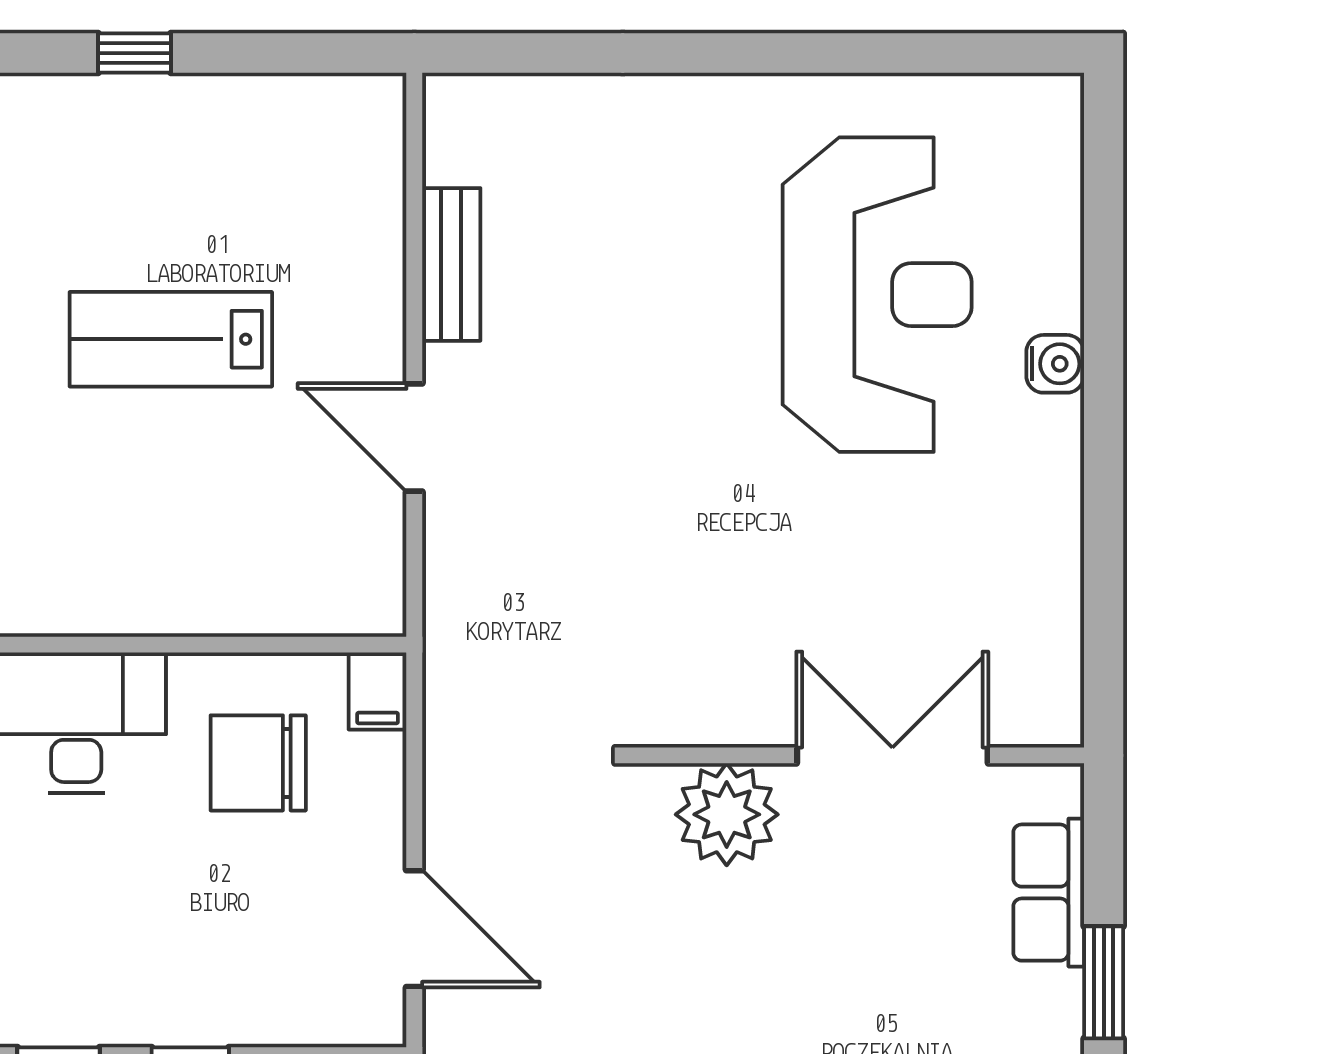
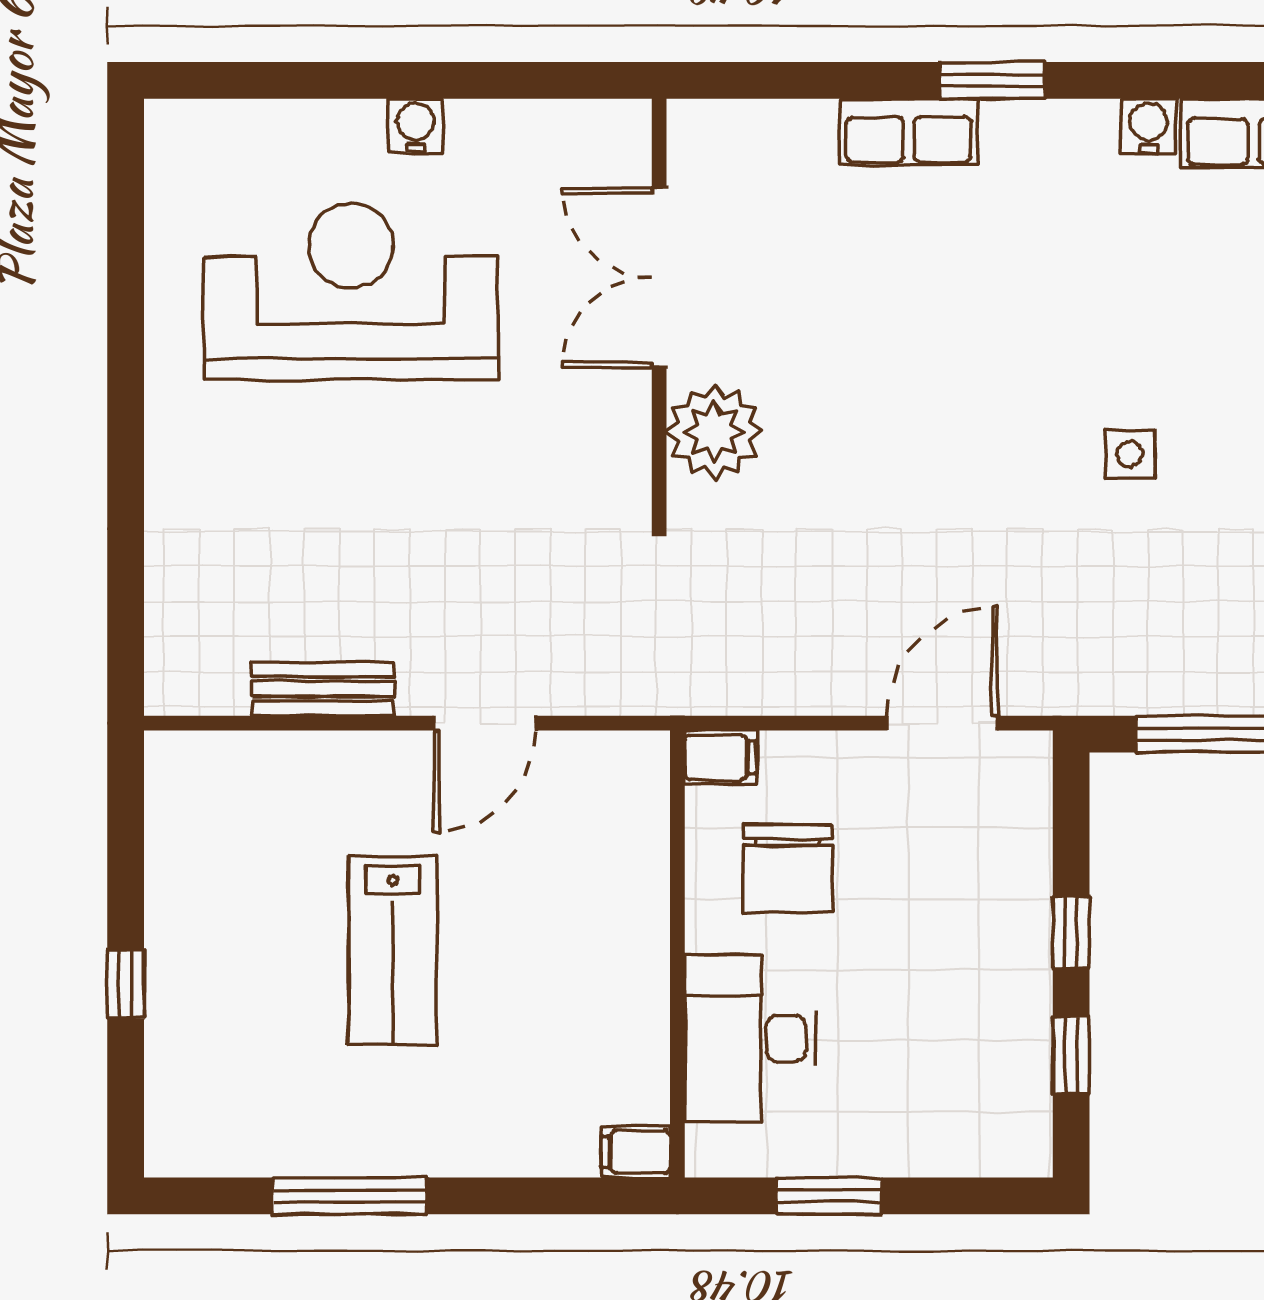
wall: (857, 755) -> (659, 310), moved
double door: (892, 755) -> (659, 277), moved
plant: (727, 814) -> (714, 432), moved

